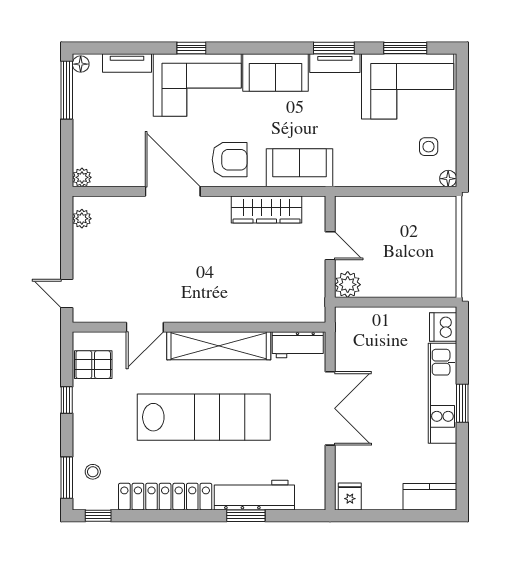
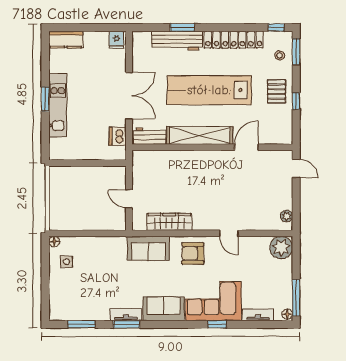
corner sofa: (408, 86) -> (80, 300), removed
plant: (82, 177) -> (281, 248), width x1.88, depth x1.88
door: (173, 191) -> (229, 233), width x0.53
plant: (348, 285) -> (118, 174), removed
dishwasher: (443, 327) -> (118, 136), moved, turned 180
pallet: (93, 365) -> (276, 92), moved, turned 90
double door: (330, 408) -> (129, 96), swing flipped

